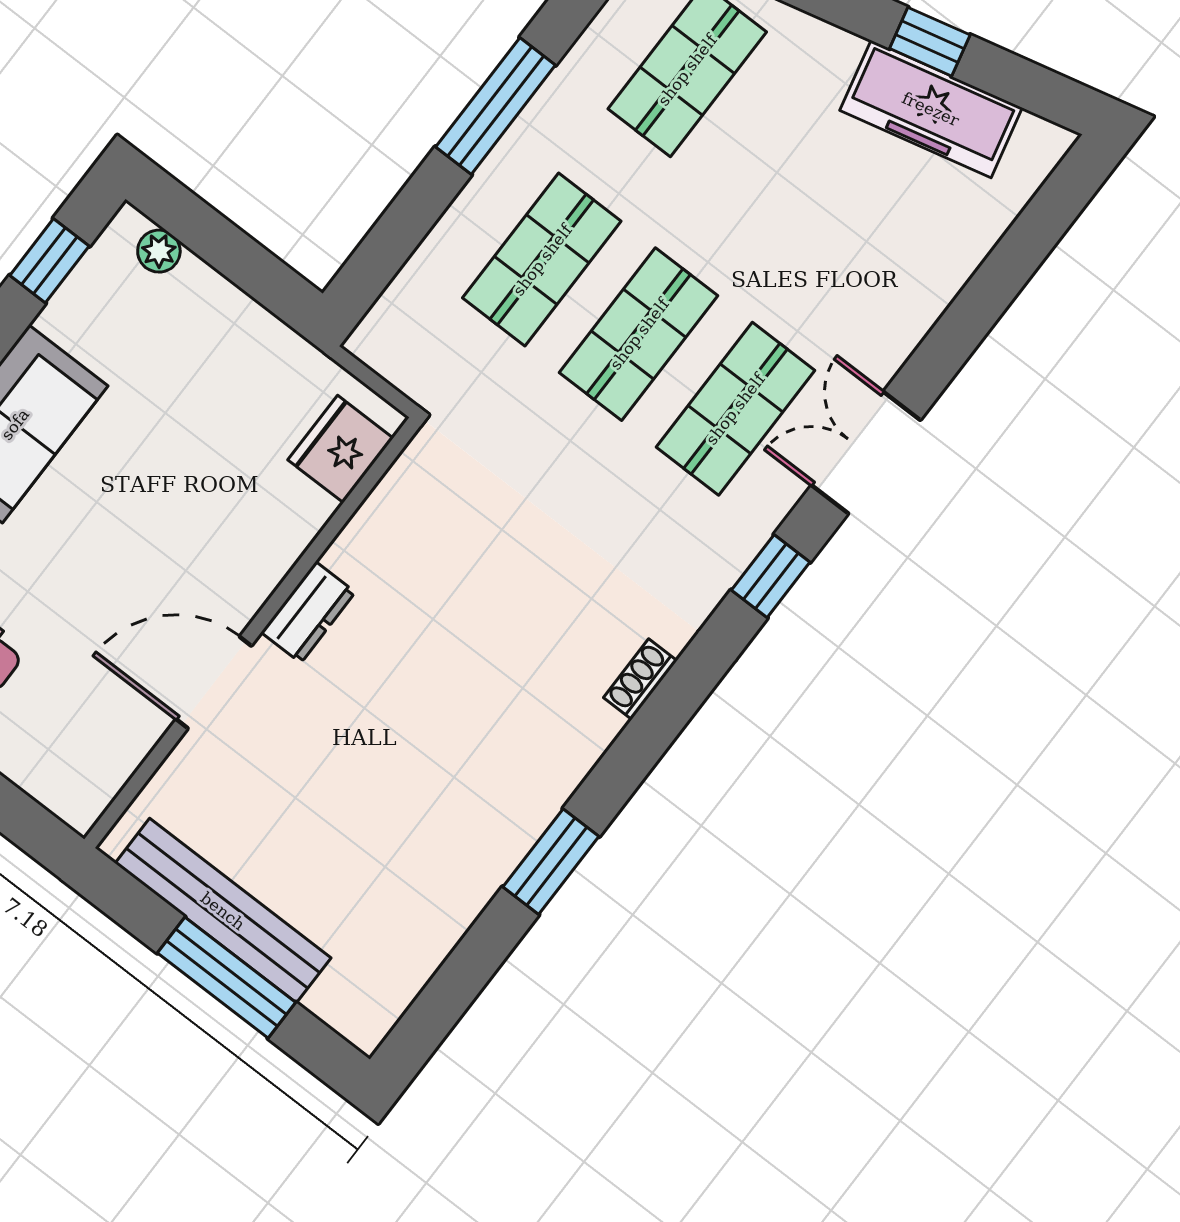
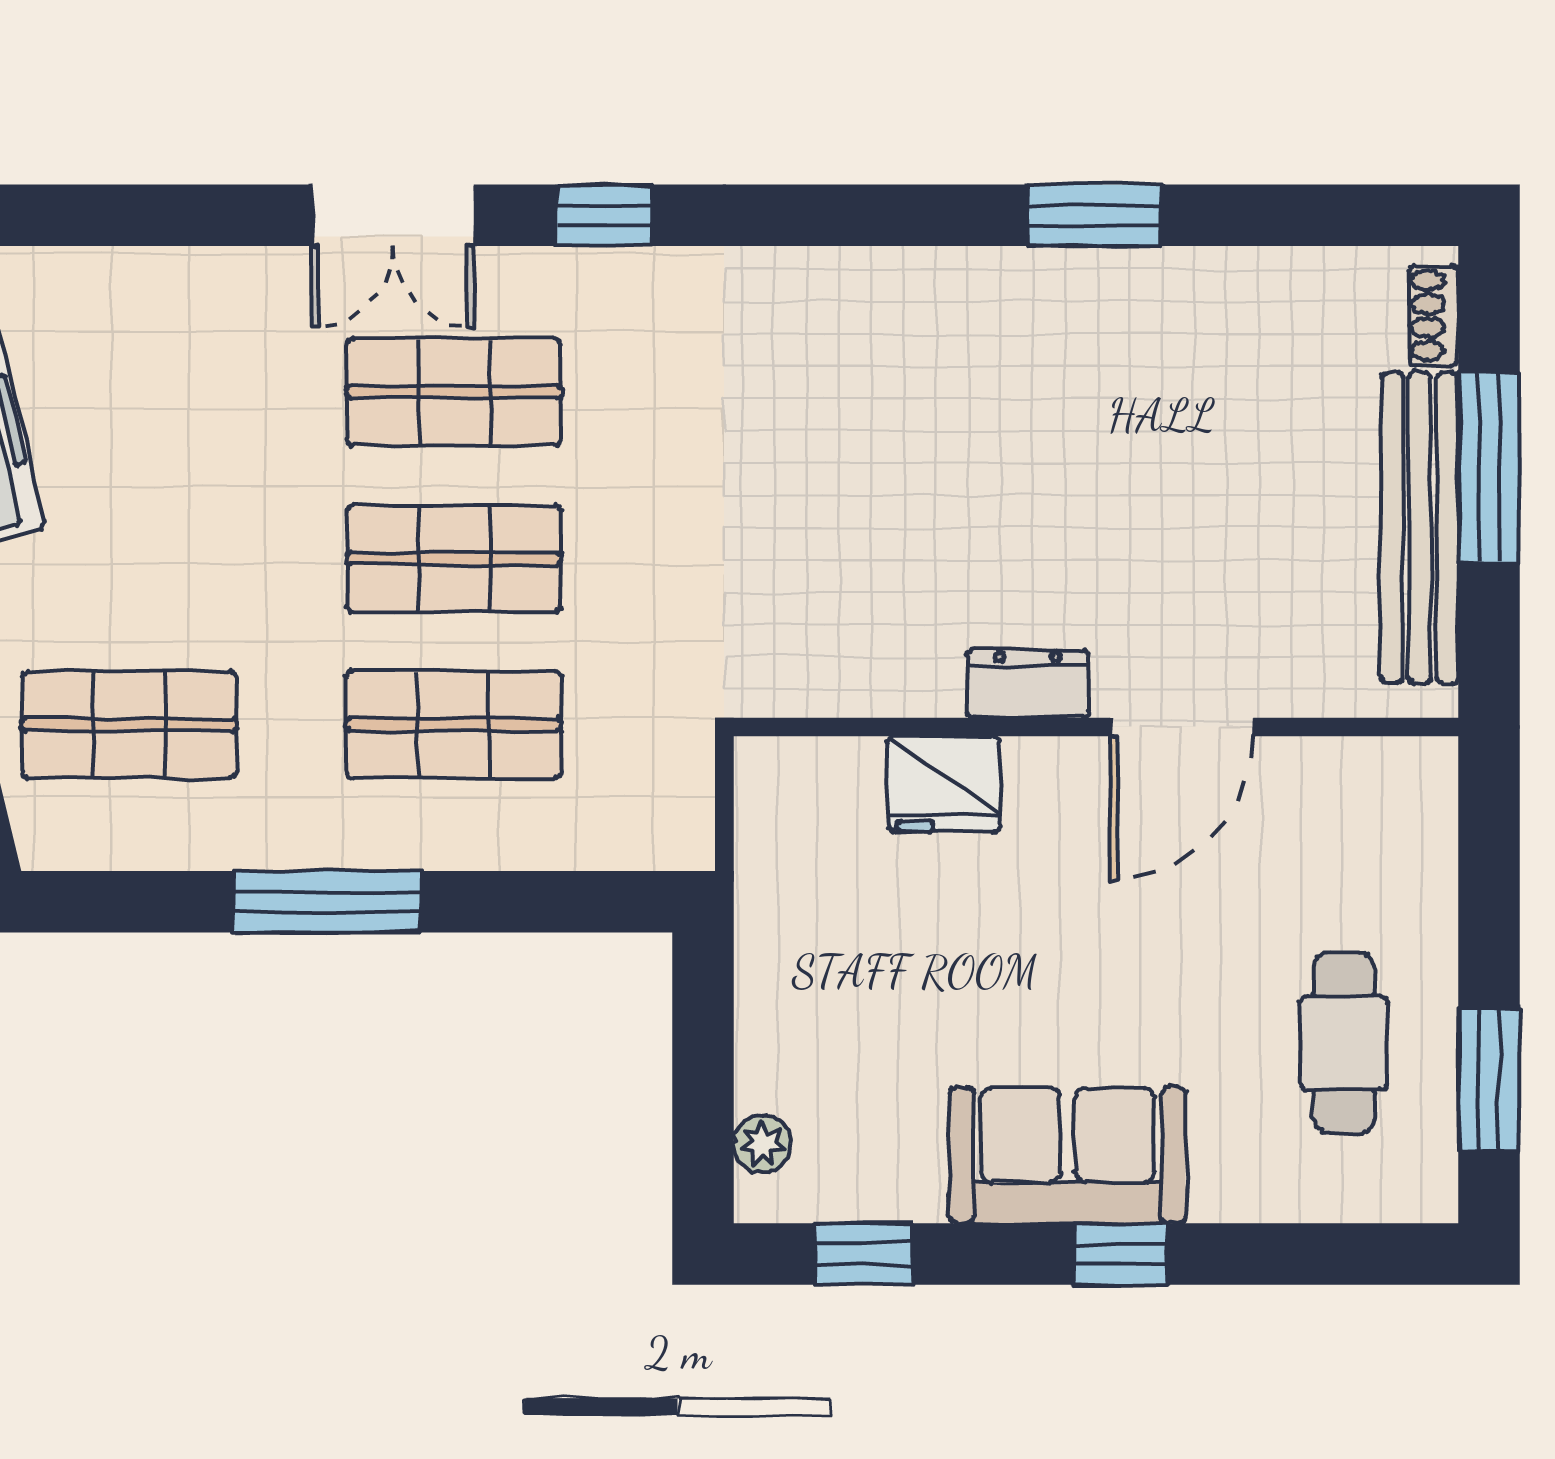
fridge: (341, 449) -> (944, 784), moved
shoe rack: (640, 679) -> (1434, 316), moved, turned 90
door: (214, 683) -> (1182, 727), hinge flipped

